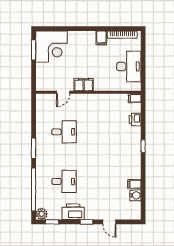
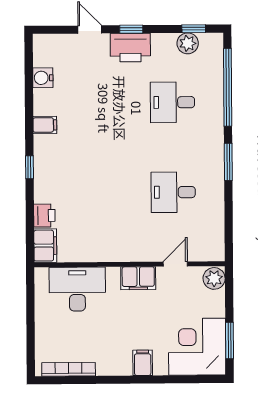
filing cabinet: (101, 38) -> (143, 363), moved
desk: (129, 66) -> (77, 289), moved, turned 90
plant: (42, 84) -> (214, 278), added
filing cabinet: (135, 98) -> (45, 246), width x2.00
filing cabinet: (134, 184) -> (45, 125), moved
printer: (73, 212) -> (130, 48), moved
plant: (42, 214) -> (188, 43), moved

